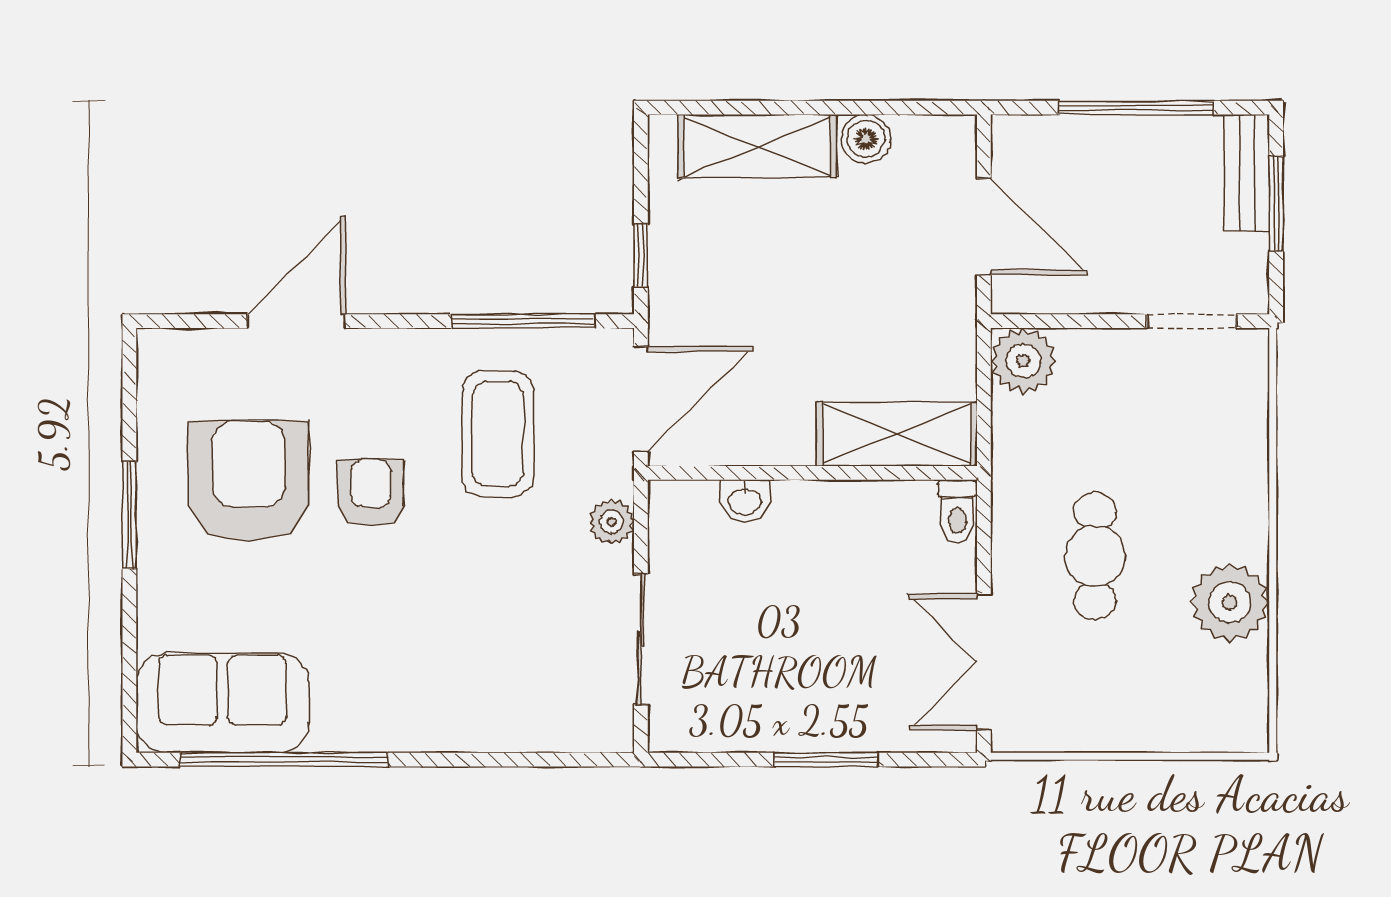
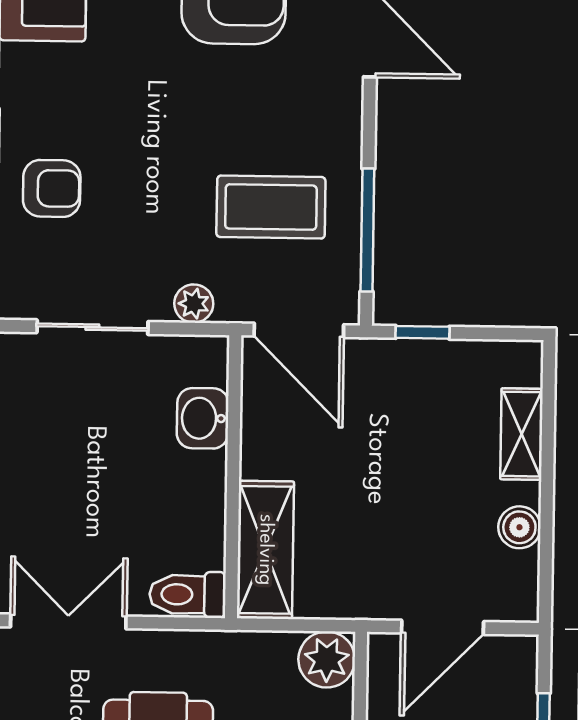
shelving: (757, 146) -> (521, 434), width x0.67, depth x0.75
armchair: (371, 493) -> (52, 188), moved
washbasin: (745, 500) -> (203, 418), width x1.38, depth x1.45
toilet: (957, 512) -> (188, 594), width x1.37, depth x1.39

